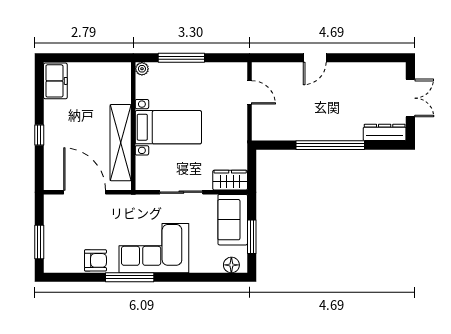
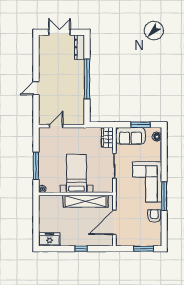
door: (315, 58) -> (36, 88), swing flipped

